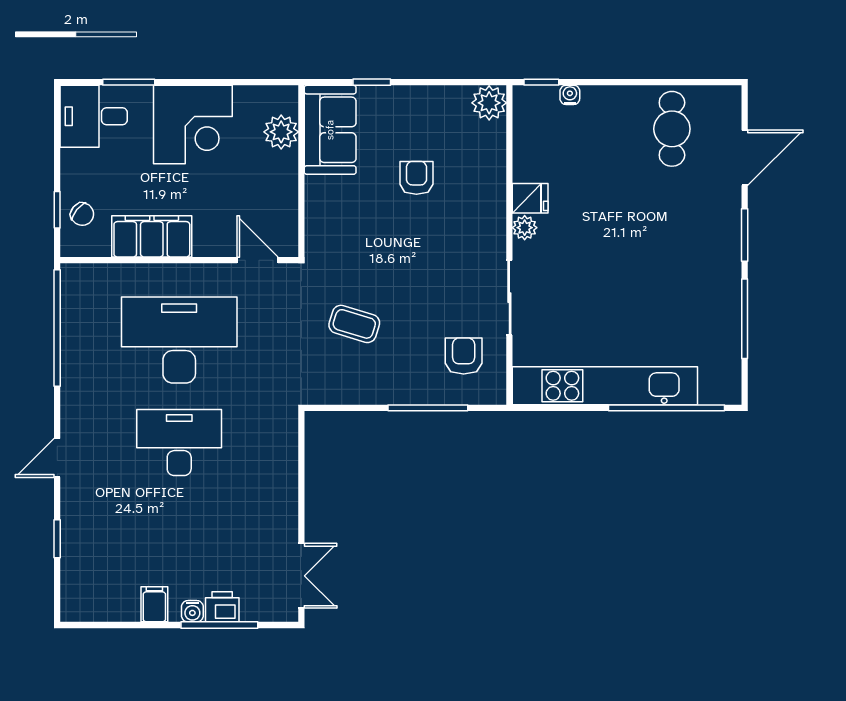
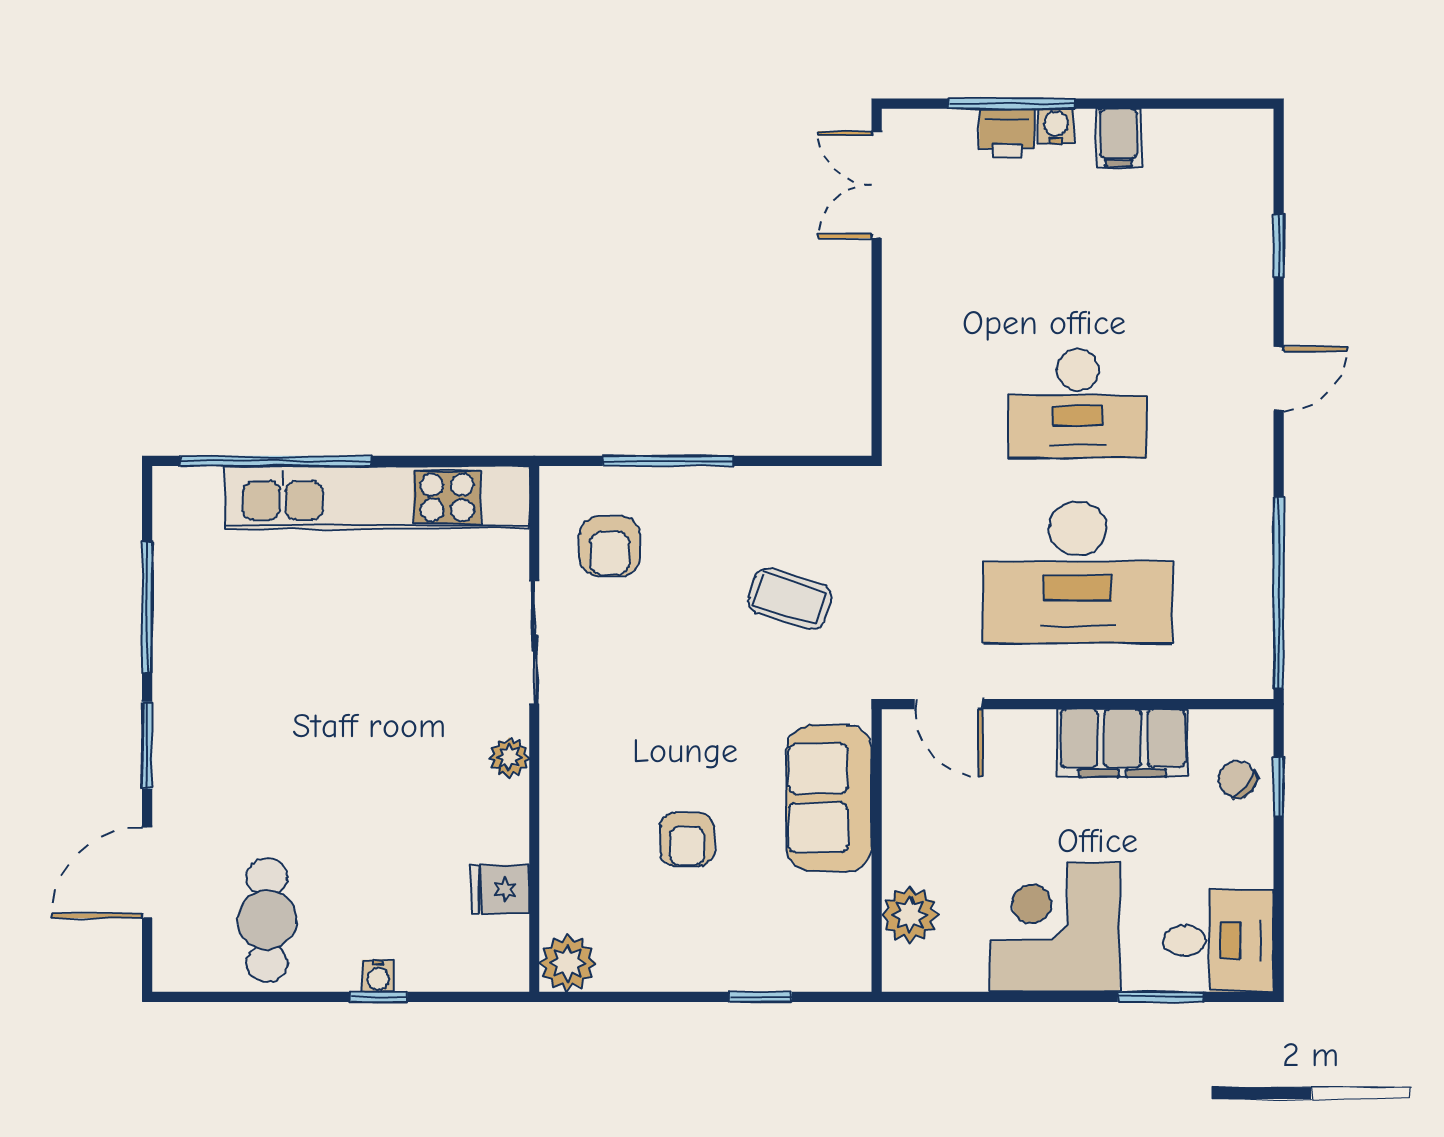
window: (541, 82) -> (379, 997), moved
water cooler: (570, 95) -> (378, 976), moved
sofa: (330, 130) -> (829, 798), moved
fridge: (530, 198) -> (500, 889), moved

